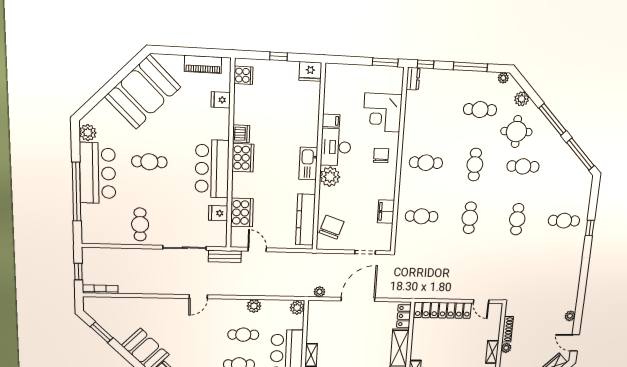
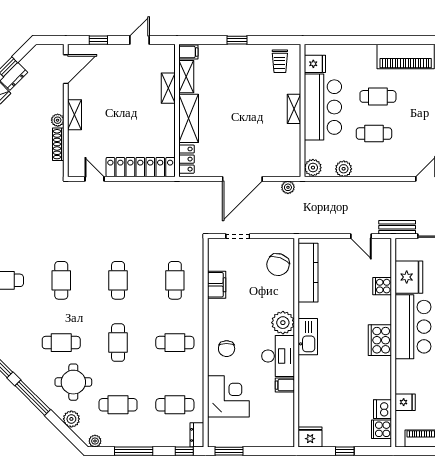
cafe table: (430, 107) -> (175, 405), added
dishwasher: (241, 134) -> (382, 409), moved
fridge: (218, 213) -> (409, 277), width x1.88, depth x1.34
cooker: (242, 213) -> (382, 286), width x0.53, depth x0.76
cafe table: (422, 216) -> (175, 280), turned 90
plant: (254, 306) -> (344, 169), moved

